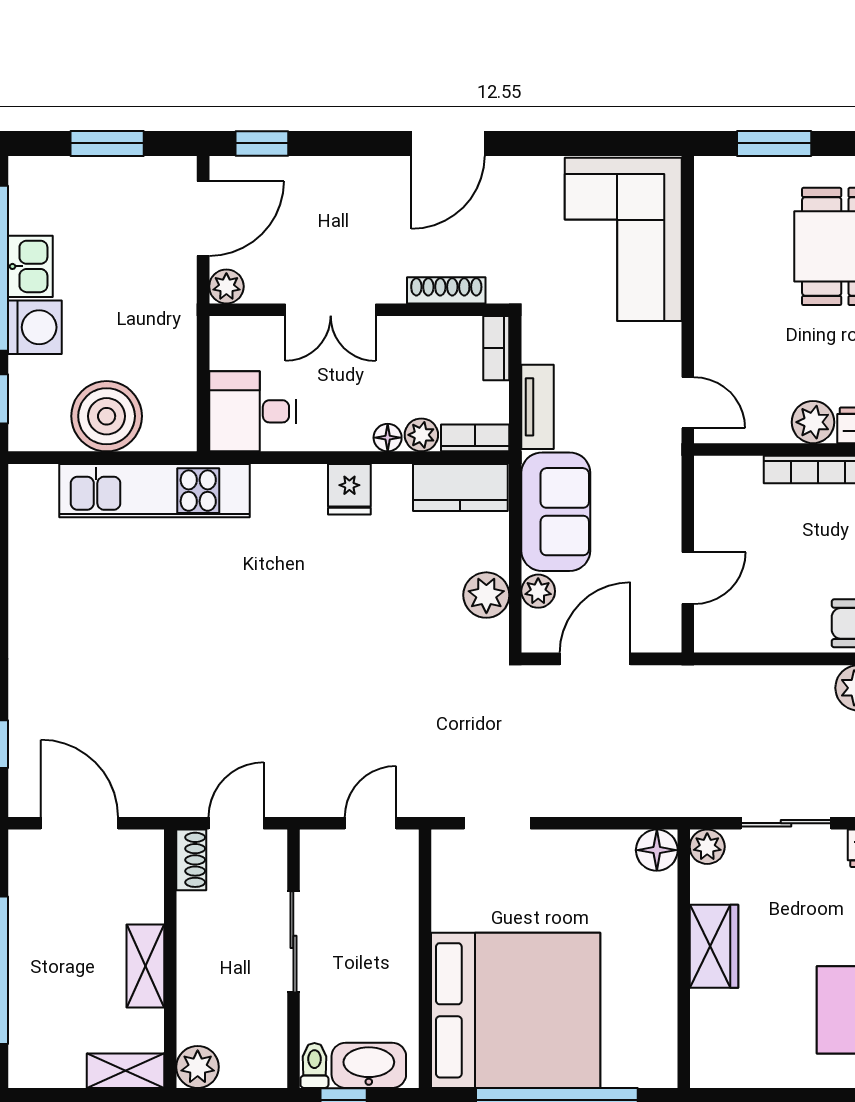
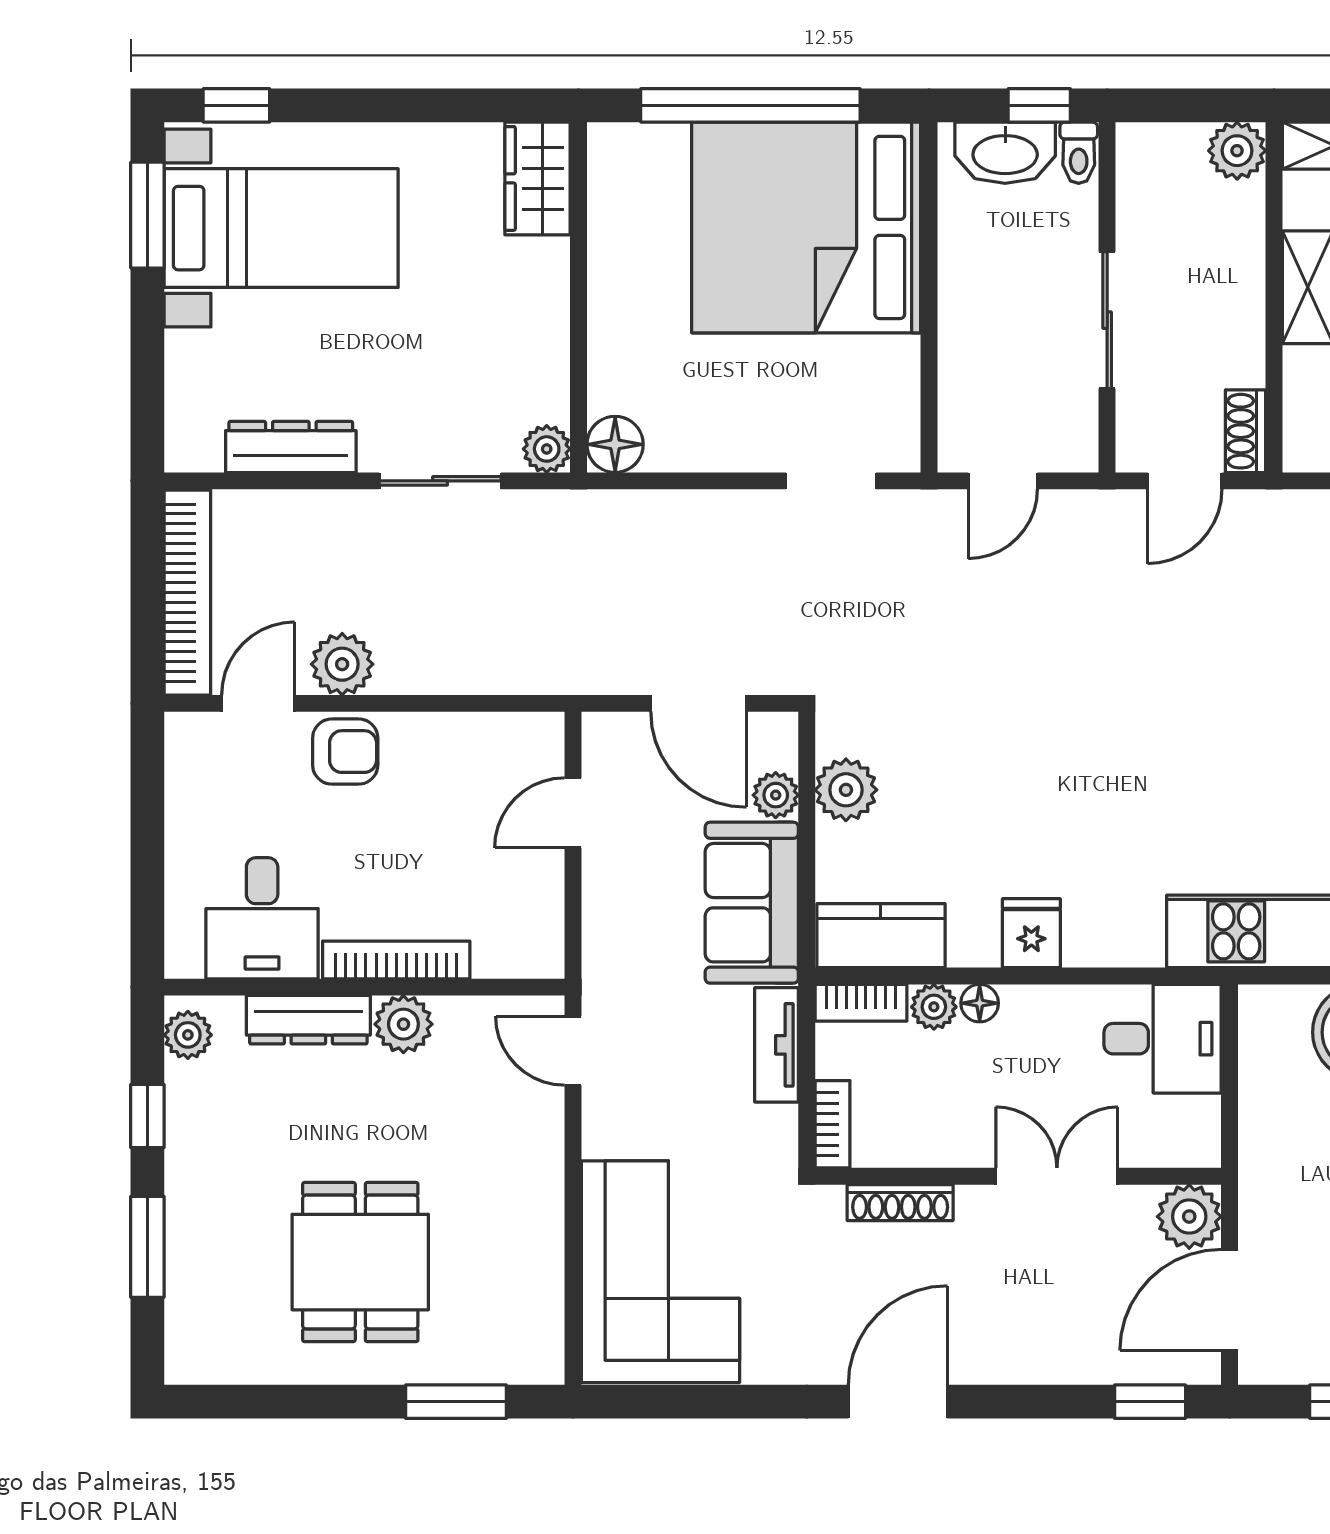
plant: (226, 286) -> (1189, 1217), width x1.38, depth x1.38
door: (595, 659) -> (699, 703), hinge flipped
wardrobe: (714, 946) -> (538, 178), moved

